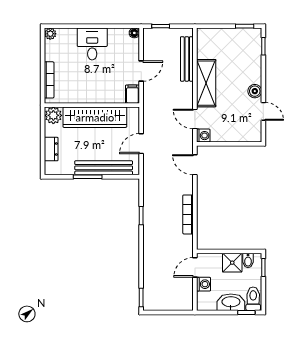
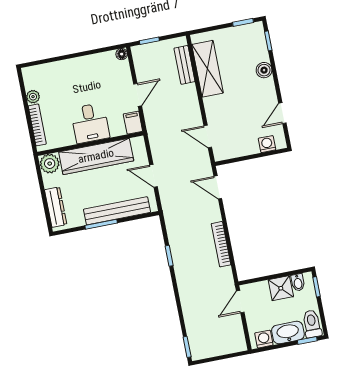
plant: (50, 34) -> (33, 97), moved
desk: (92, 44) -> (90, 123), moved, turned 180
bench: (187, 59) -> (184, 65), width x0.73
shelving: (206, 83) -> (208, 69), moved
boiler: (255, 91) -> (264, 70), moved
door: (263, 111) -> (282, 113), swing flipped
washing machine: (203, 136) -> (267, 144), moved, turned -90
door: (141, 144) -> (153, 176), hinge flipped
dresser: (51, 149) -> (56, 207), width x1.44
washing machine: (204, 284) -> (264, 339), moved, turned -90

